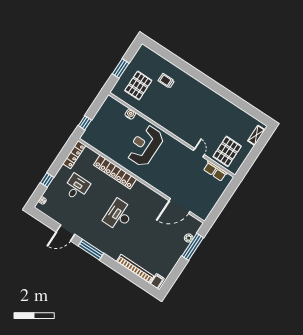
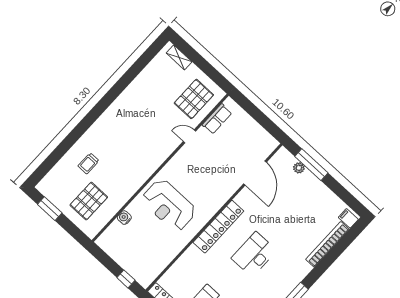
window: (121, 68) -> (50, 209), moved
pallet: (138, 86) -> (89, 201), turned 90
pallet: (227, 151) -> (194, 99), turned 90
locker: (115, 172) -> (218, 227), moved
desk: (119, 215) -> (254, 254), turned 90

